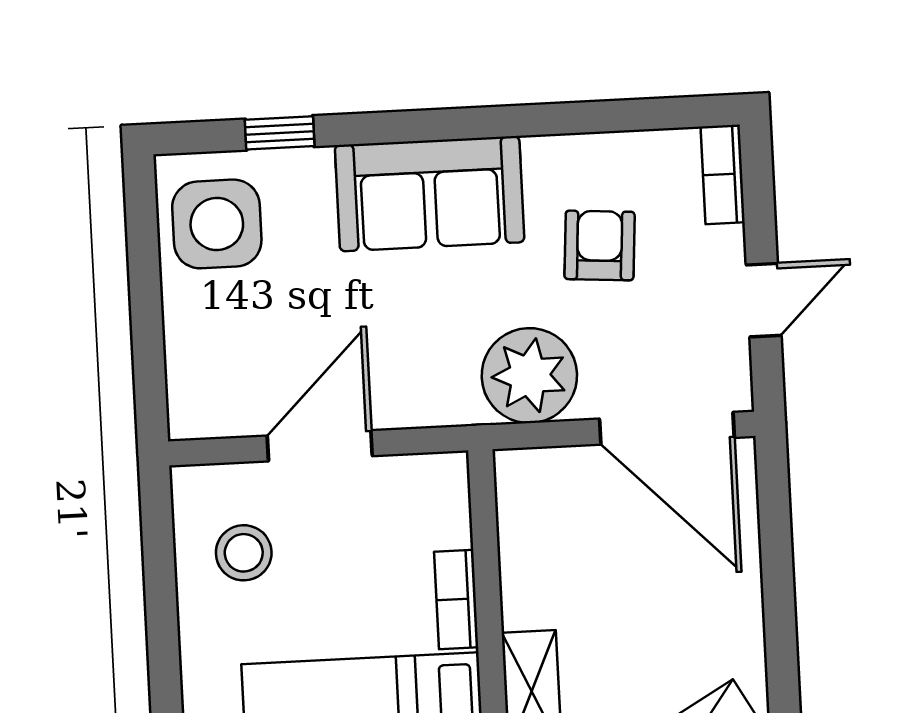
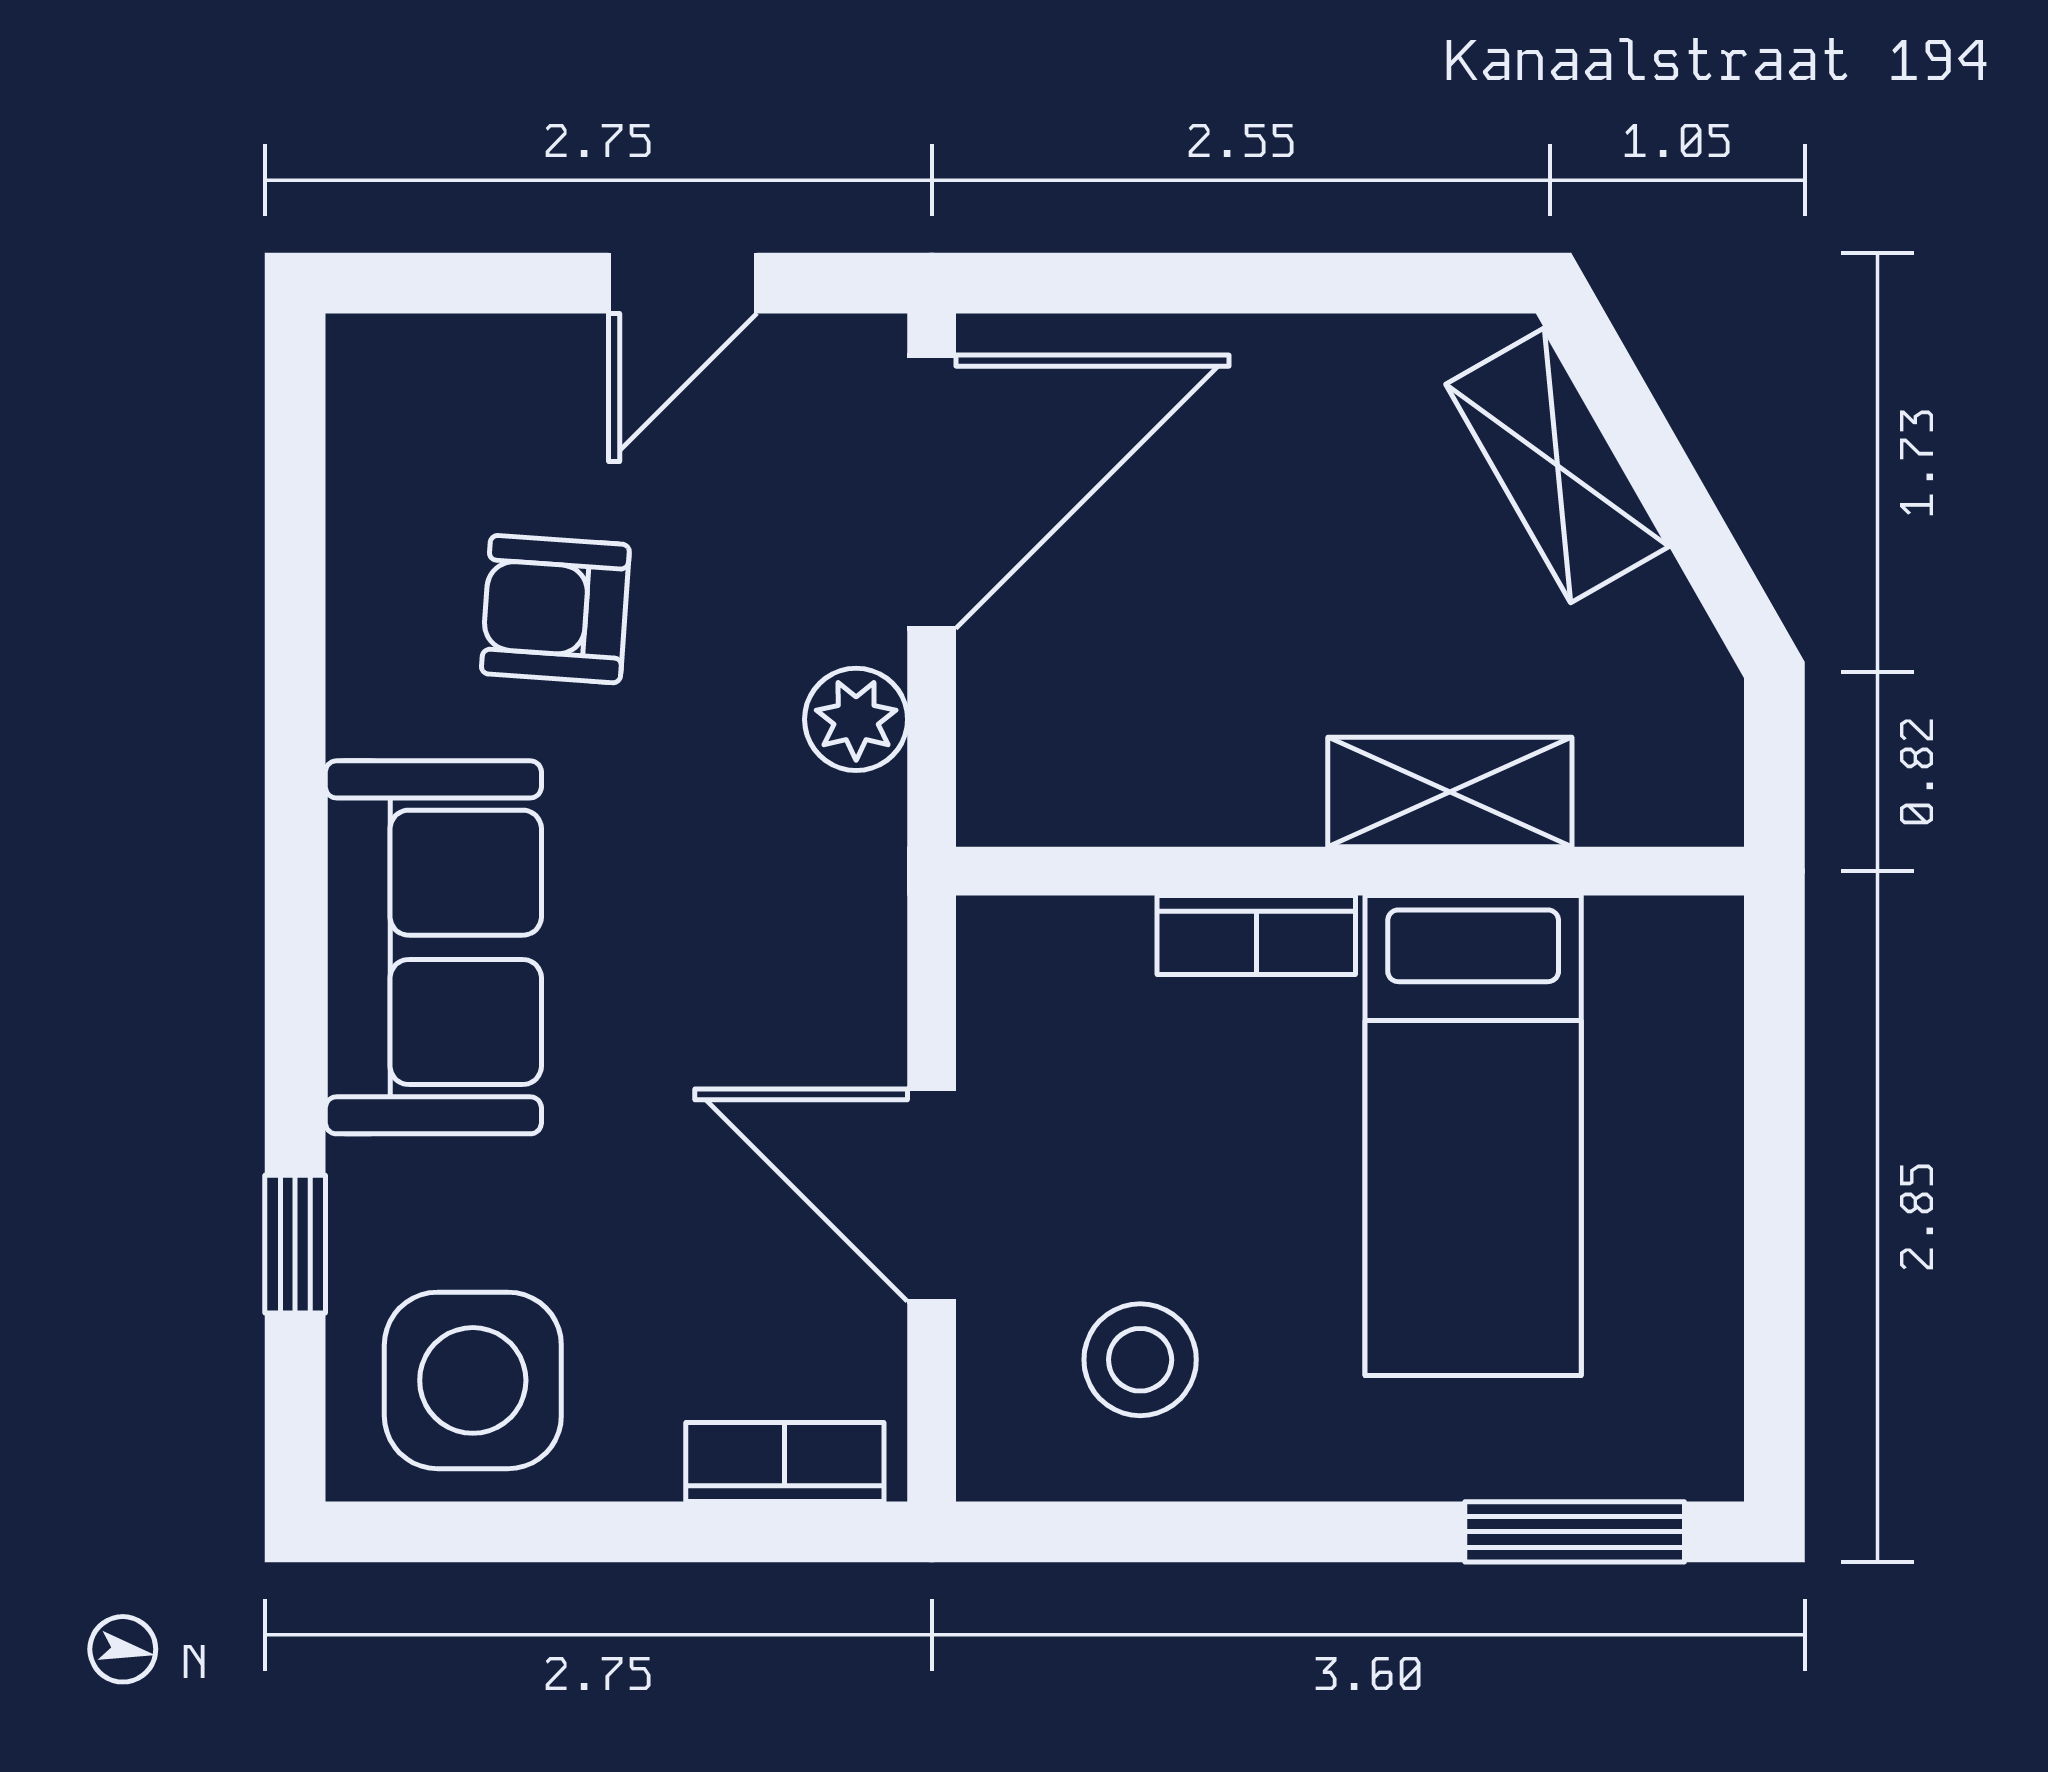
bookcase: (723, 174) -> (785, 1462), moved, turned 180
door: (764, 300) -> (683, 283), swing flipped
plant: (529, 376) -> (856, 719), width x0.53, depth x0.53

